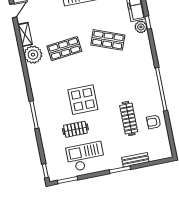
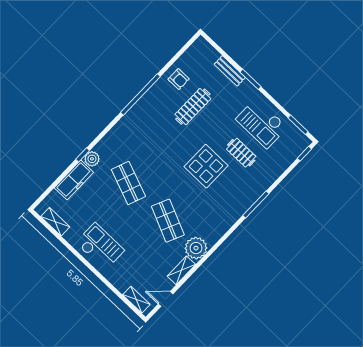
shop shelf: (64, 49) -> (168, 221), turned 30

